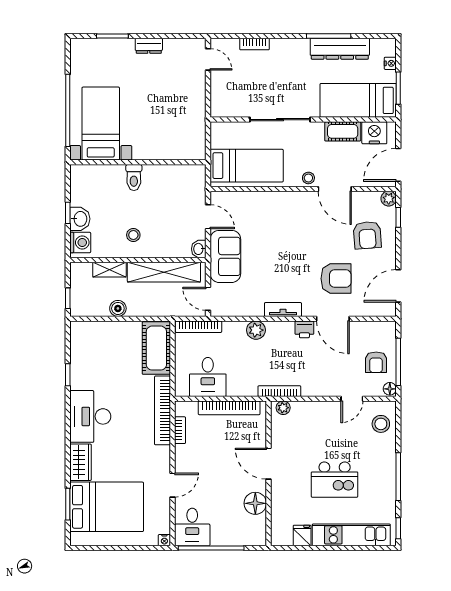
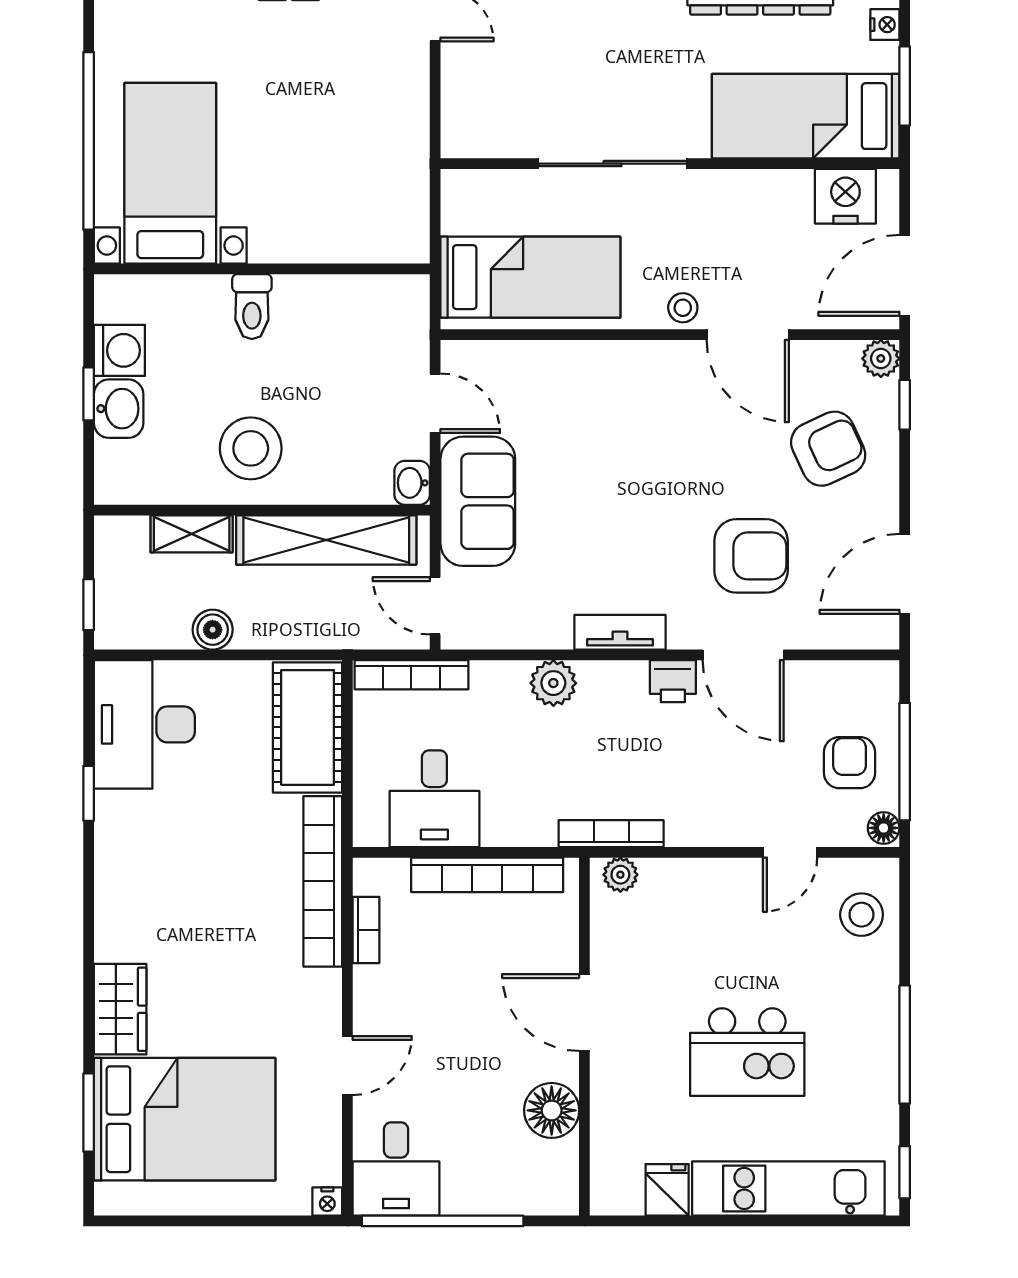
cot: (343, 131) -> (767, 193), removed
stool: (133, 235) -> (251, 448), width x1.89, depth x1.89
armchair: (367, 235) -> (828, 449), turned -111
washing machine: (80, 242) -> (119, 350), moved
armchair: (376, 362) -> (850, 763), turned 180
desk: (90, 416) -> (144, 724), moved

